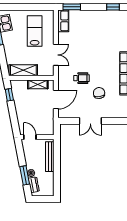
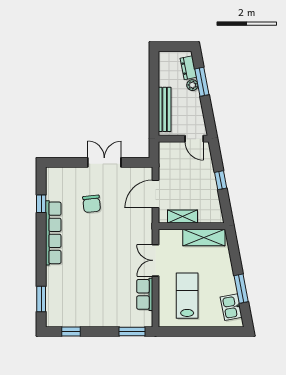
row of seats: (63, 21) -> (145, 294), moved
lab bench: (35, 31) -> (187, 296), turned 180
wheelchair: (82, 78) -> (118, 226), removed
window: (9, 95) -> (221, 180), moved

